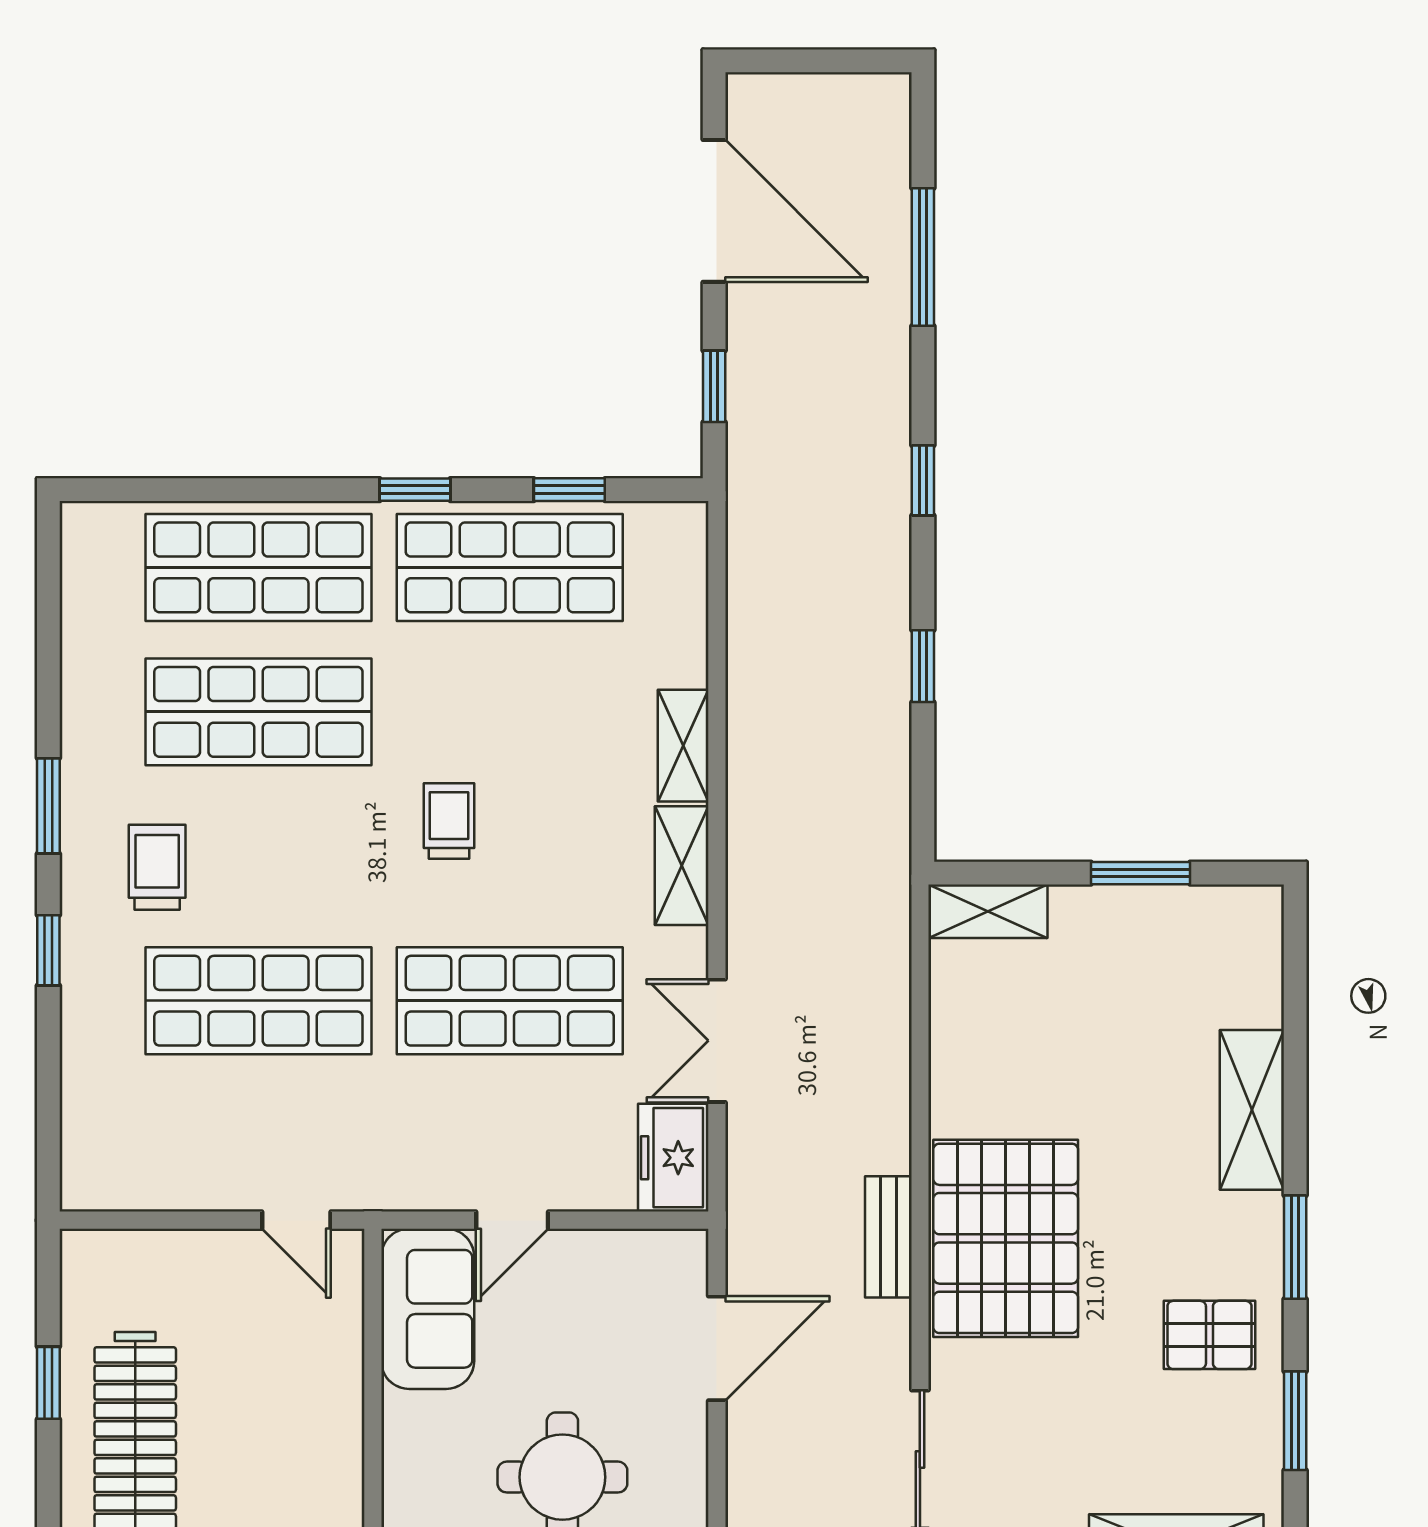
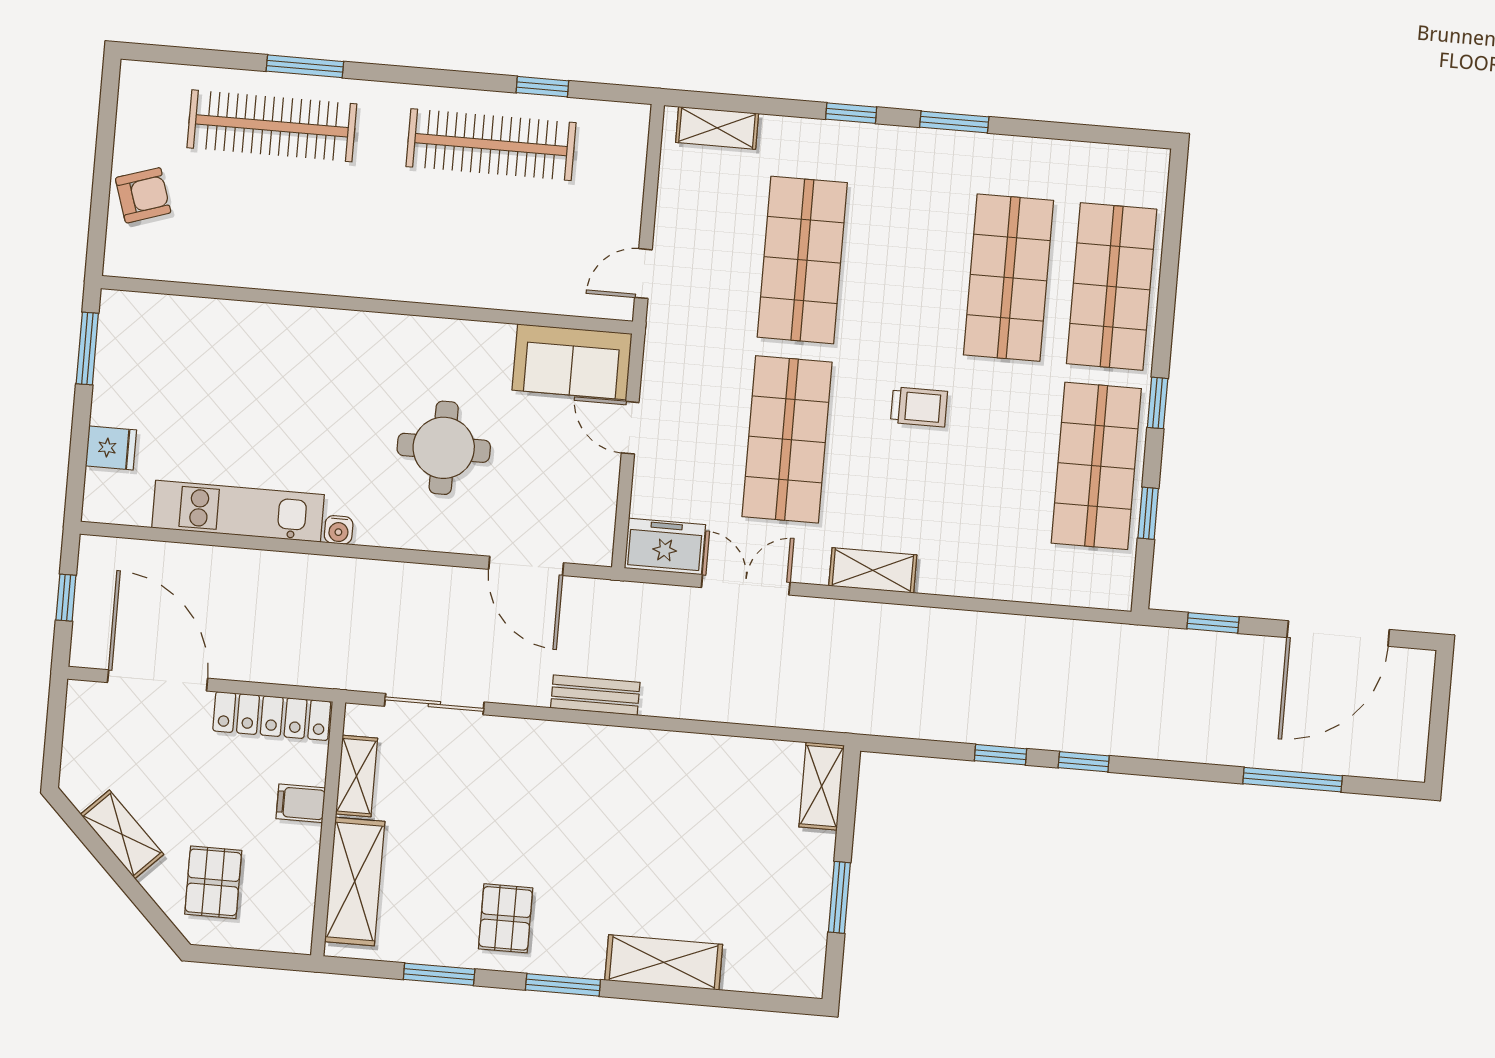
window: (923, 480) -> (1084, 762), moved
shelving: (683, 746) -> (717, 128), moved
trolley: (157, 867) -> (904, 196), removed
pallet: (1006, 1238) -> (587, 779), removed

